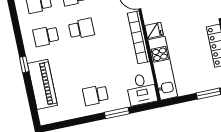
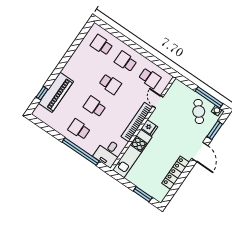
school desk: (46, 36) -> (95, 107), moved
window: (24, 64) -> (42, 93), moved
window: (117, 113) -> (81, 152), width x2.11

